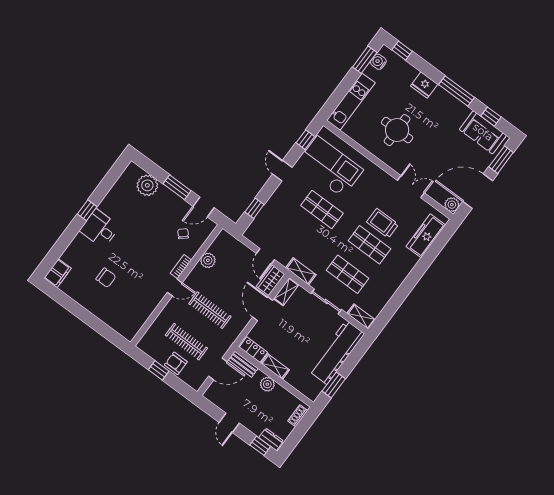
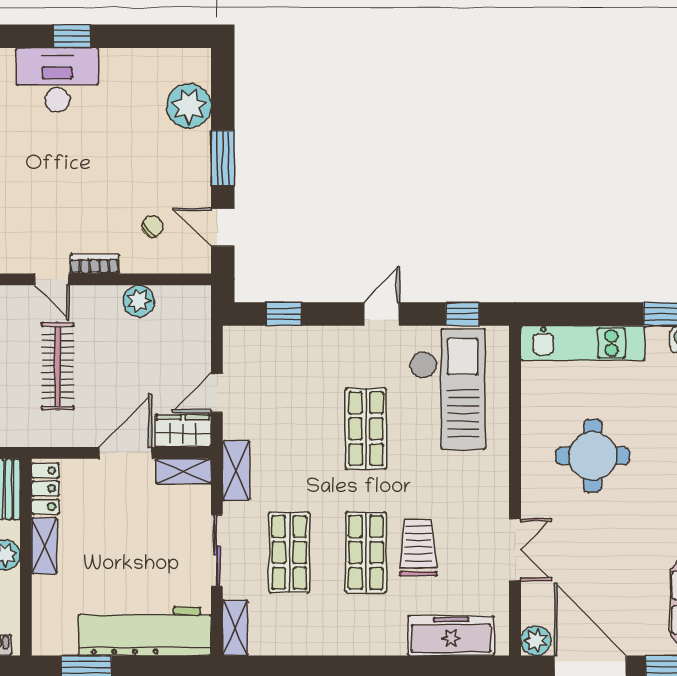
desk: (100, 229) -> (57, 80), width x1.37

